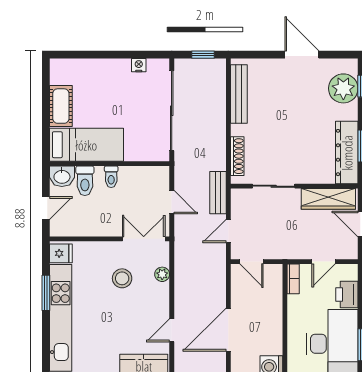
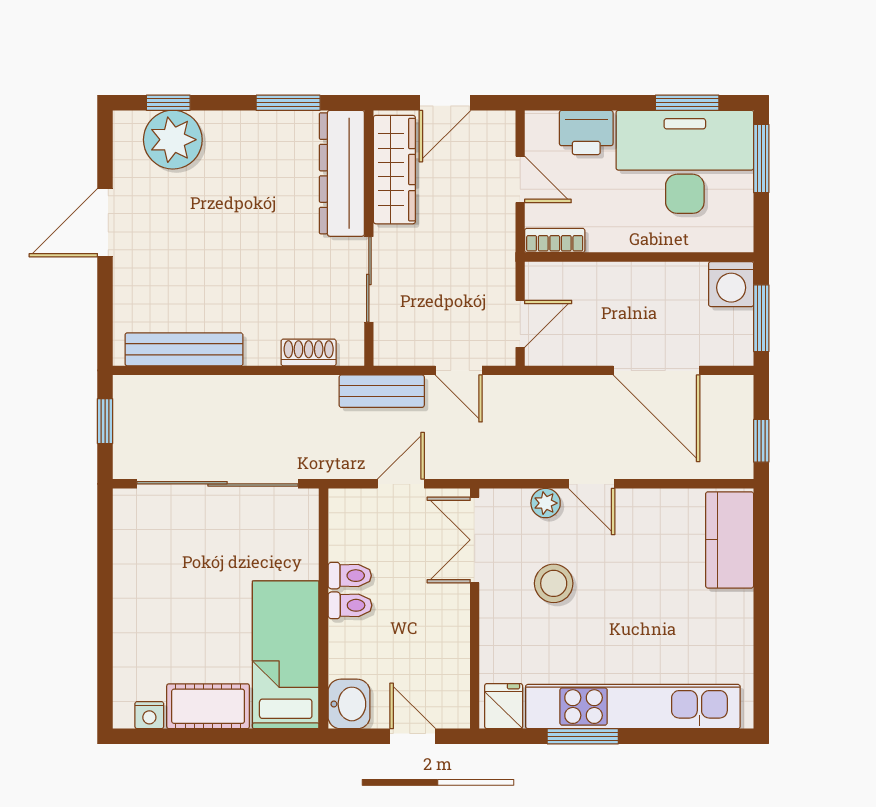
nightstand: (139, 65) -> (149, 715), moved, turned -90
dresser: (347, 153) -> (342, 173), moved, turned 90
shoe rack: (237, 156) -> (309, 352), width x0.70
toilet: (85, 181) -> (350, 576), moved, width x0.73, depth x0.72
door: (172, 330) -> (592, 484), moved

